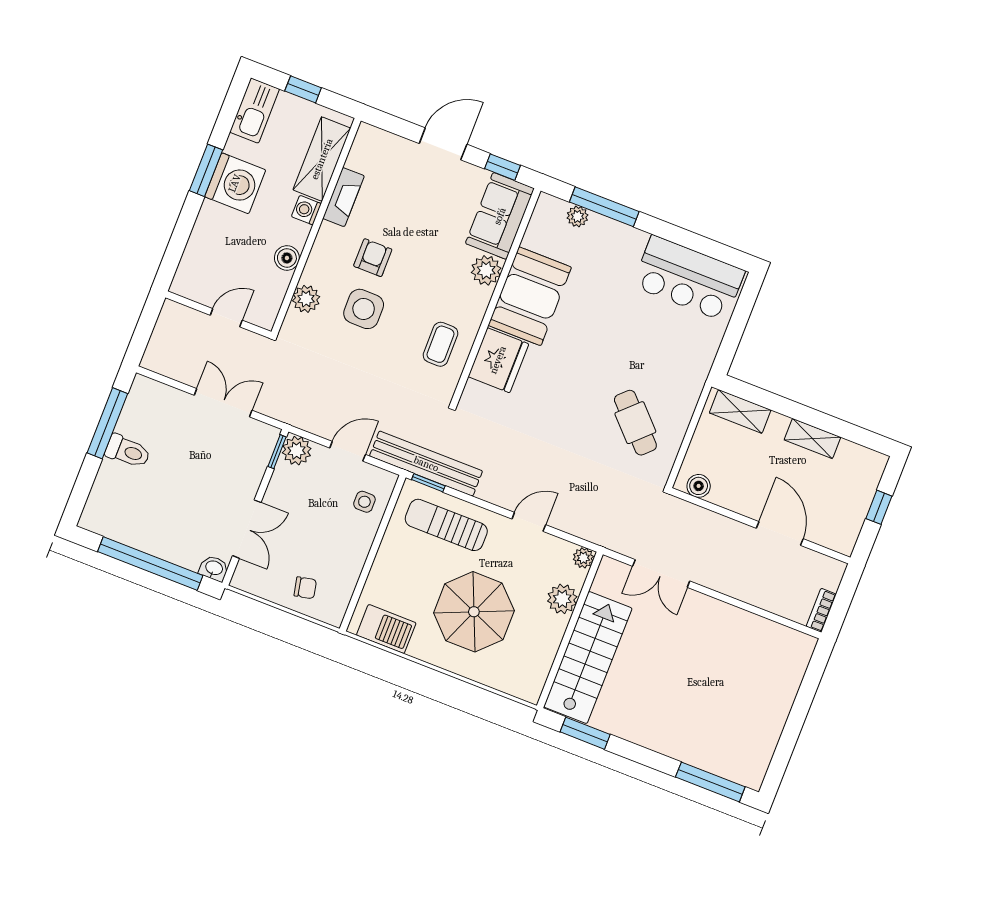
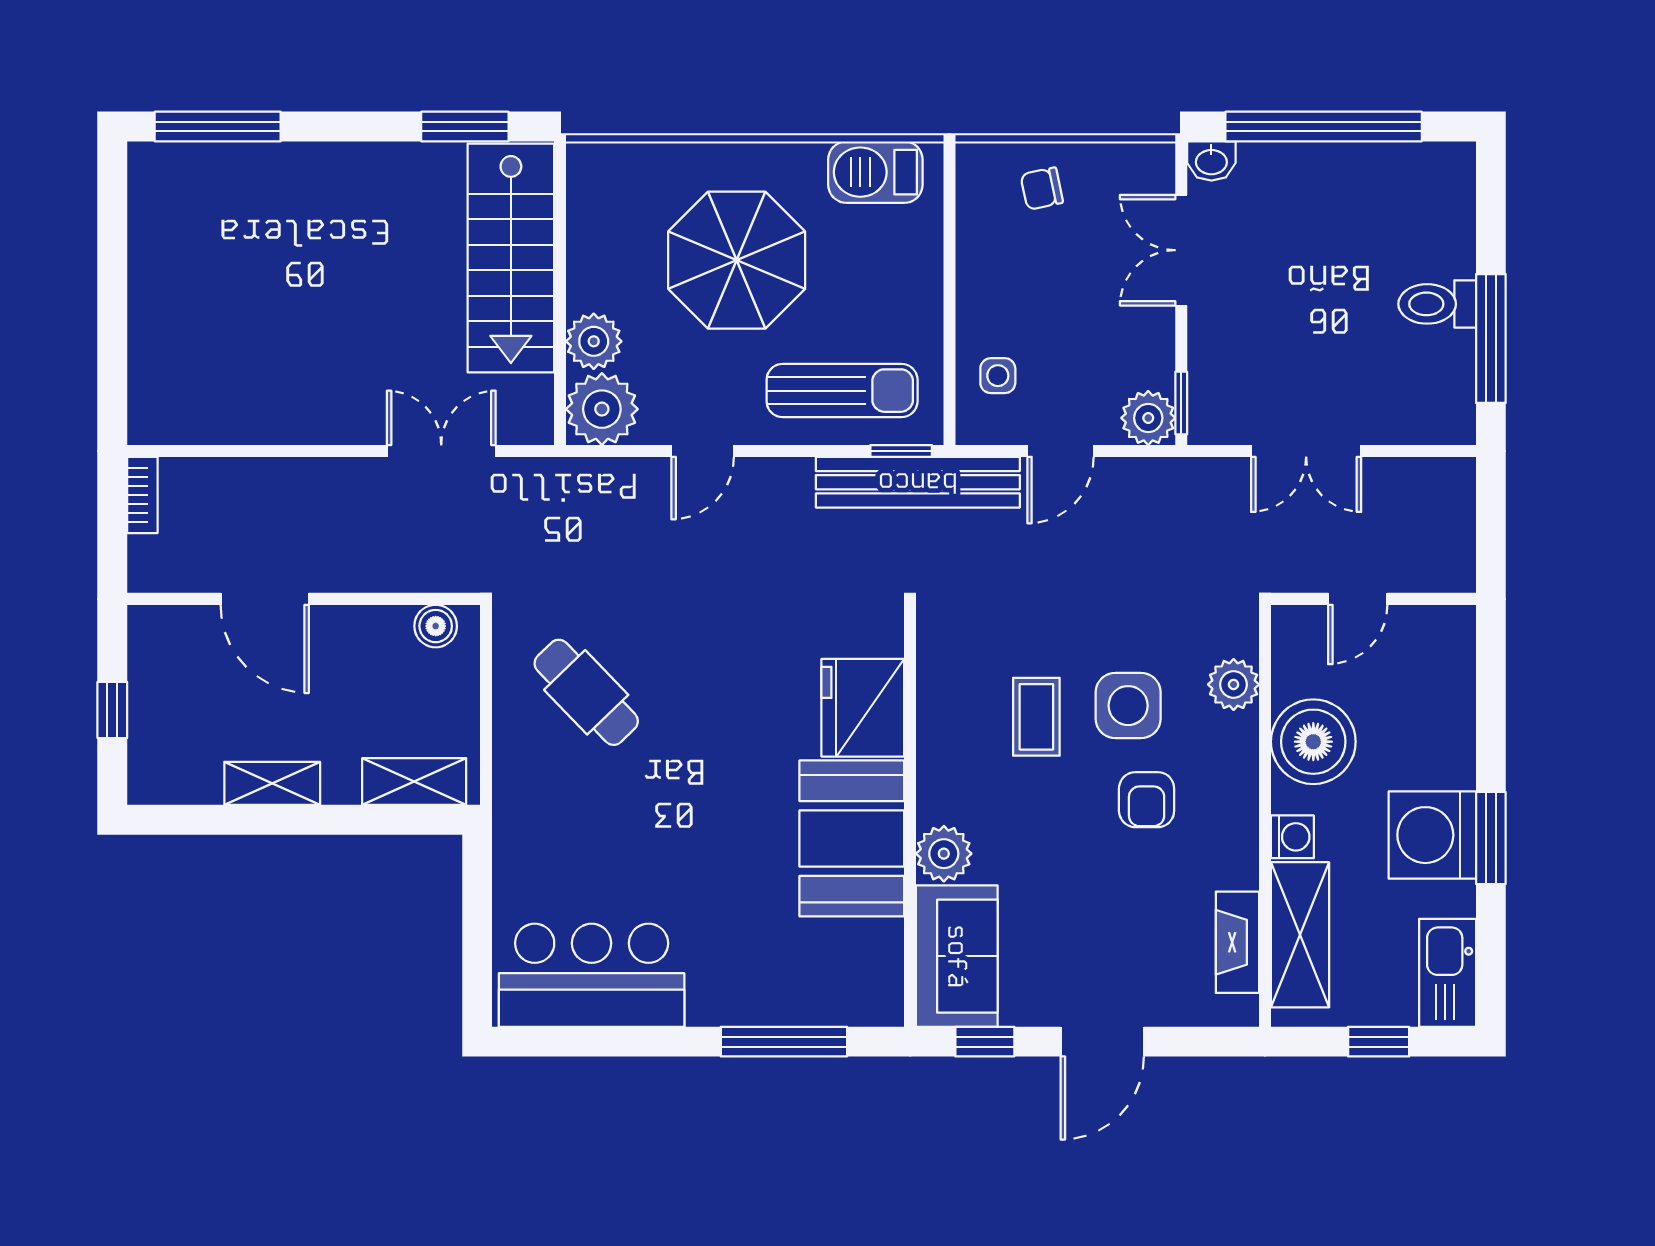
fireplace: (343, 197) -> (1237, 942), moved
plant: (577, 216) -> (823, 1007), removed
boiler: (287, 258) -> (1313, 742), width x1.86, depth x1.86
coffee table: (440, 344) -> (1036, 717), moved
plant: (583, 558) -> (602, 409), width x1.88, depth x1.88

